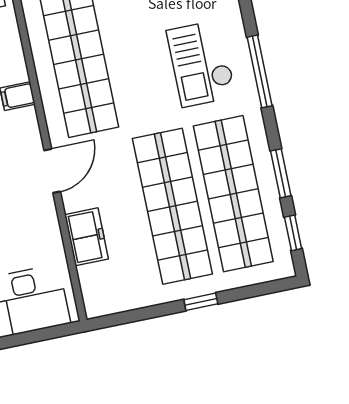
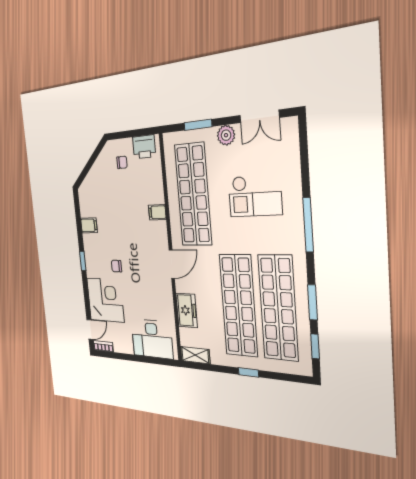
checkout: (201, 63) -> (255, 196), moved, turned -90
shelving: (109, 303) -> (195, 355), added

